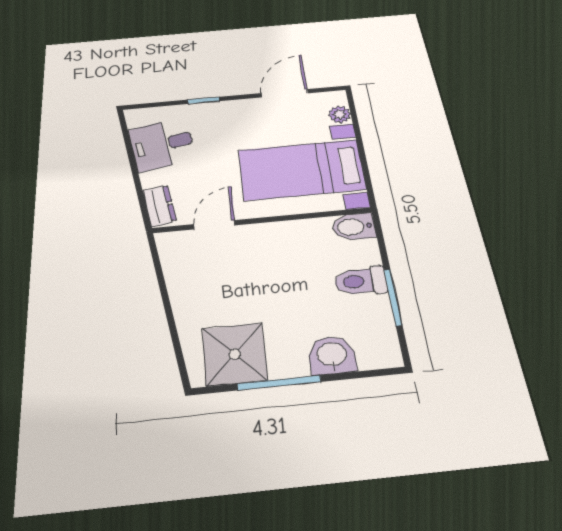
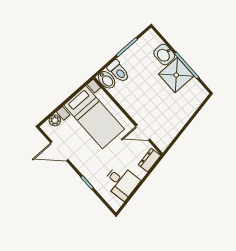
toilet: (361, 281) -> (118, 71), moved
shower: (235, 354) -> (176, 75), moved

